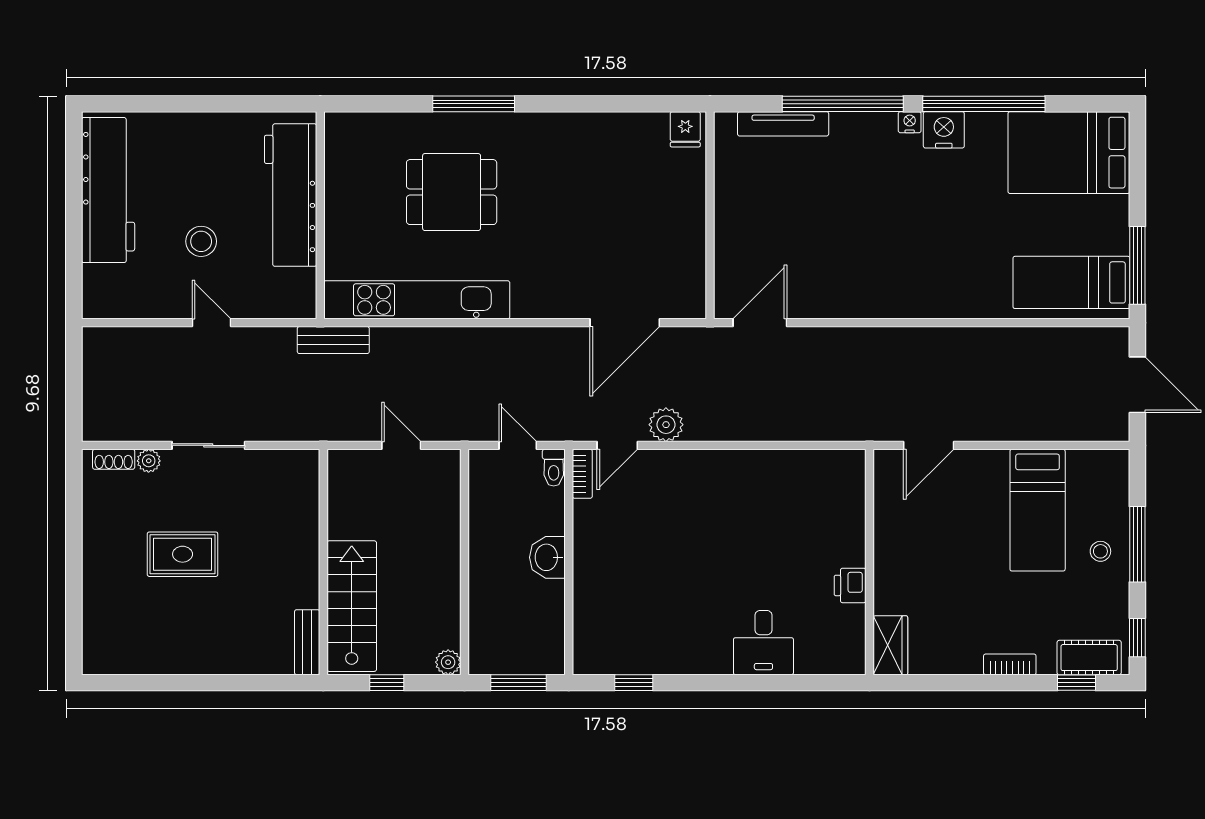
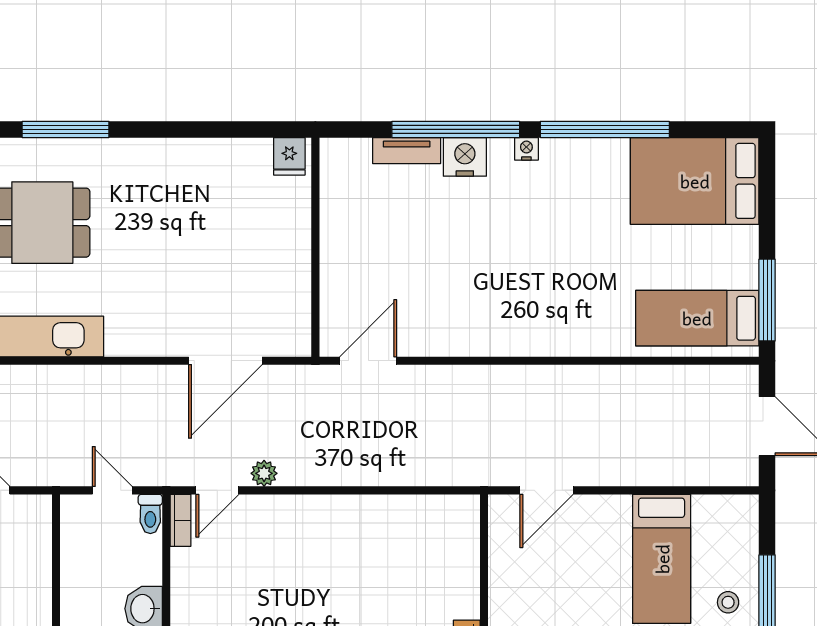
tv unit: (783, 124) -> (407, 151), width x0.71
nightstand: (944, 130) -> (465, 157), moved
plant: (666, 425) -> (264, 473), width x0.73, depth x0.73

